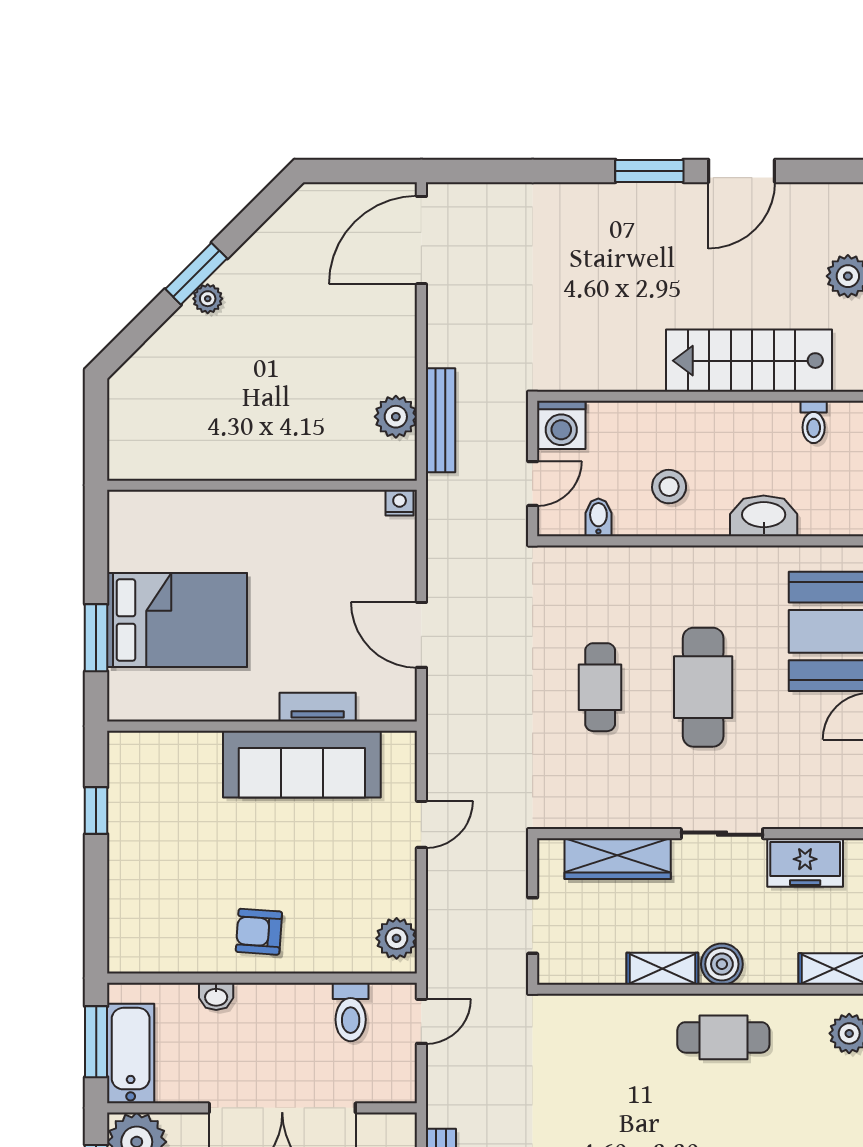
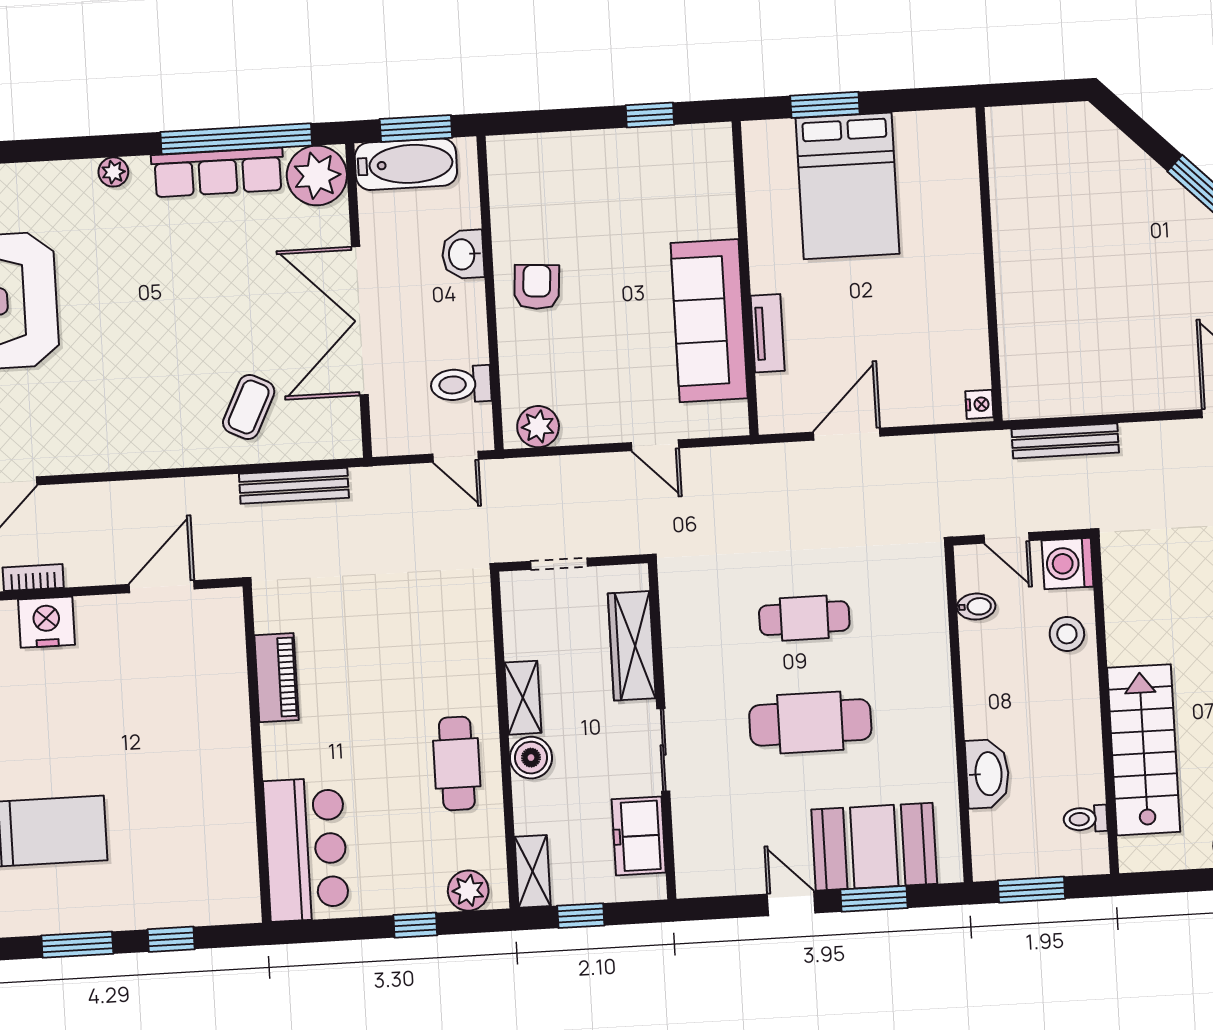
plant: (208, 299) -> (1175, 198), removed
plant: (396, 417) -> (1066, 396), removed
stool: (669, 487) -> (1067, 634), moved
washbasin: (216, 996) -> (463, 254), width x1.38, depth x1.45

